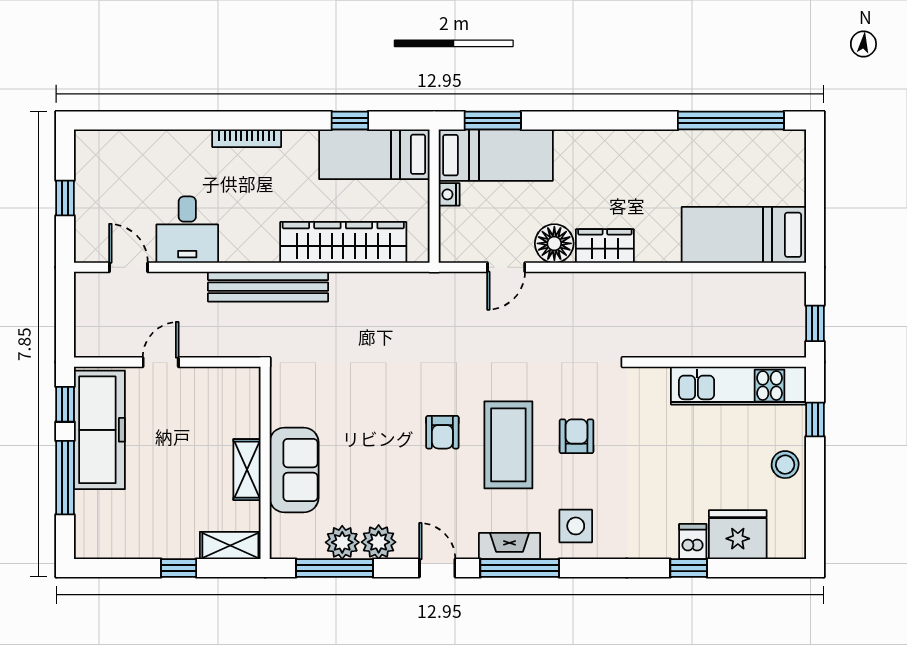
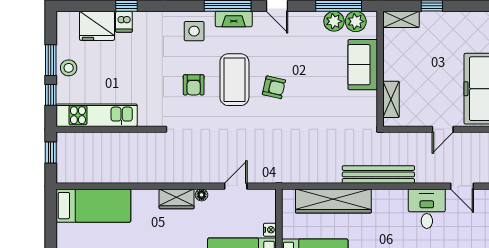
floor lamp: (554, 243) -> (202, 195), width x0.53, depth x0.53
armchair: (442, 432) -> (274, 87), turned 103
shelving: (247, 470) -> (391, 99), moved
window: (815, 477) -> (51, 60), added
plant: (379, 542) -> (356, 21), moved

